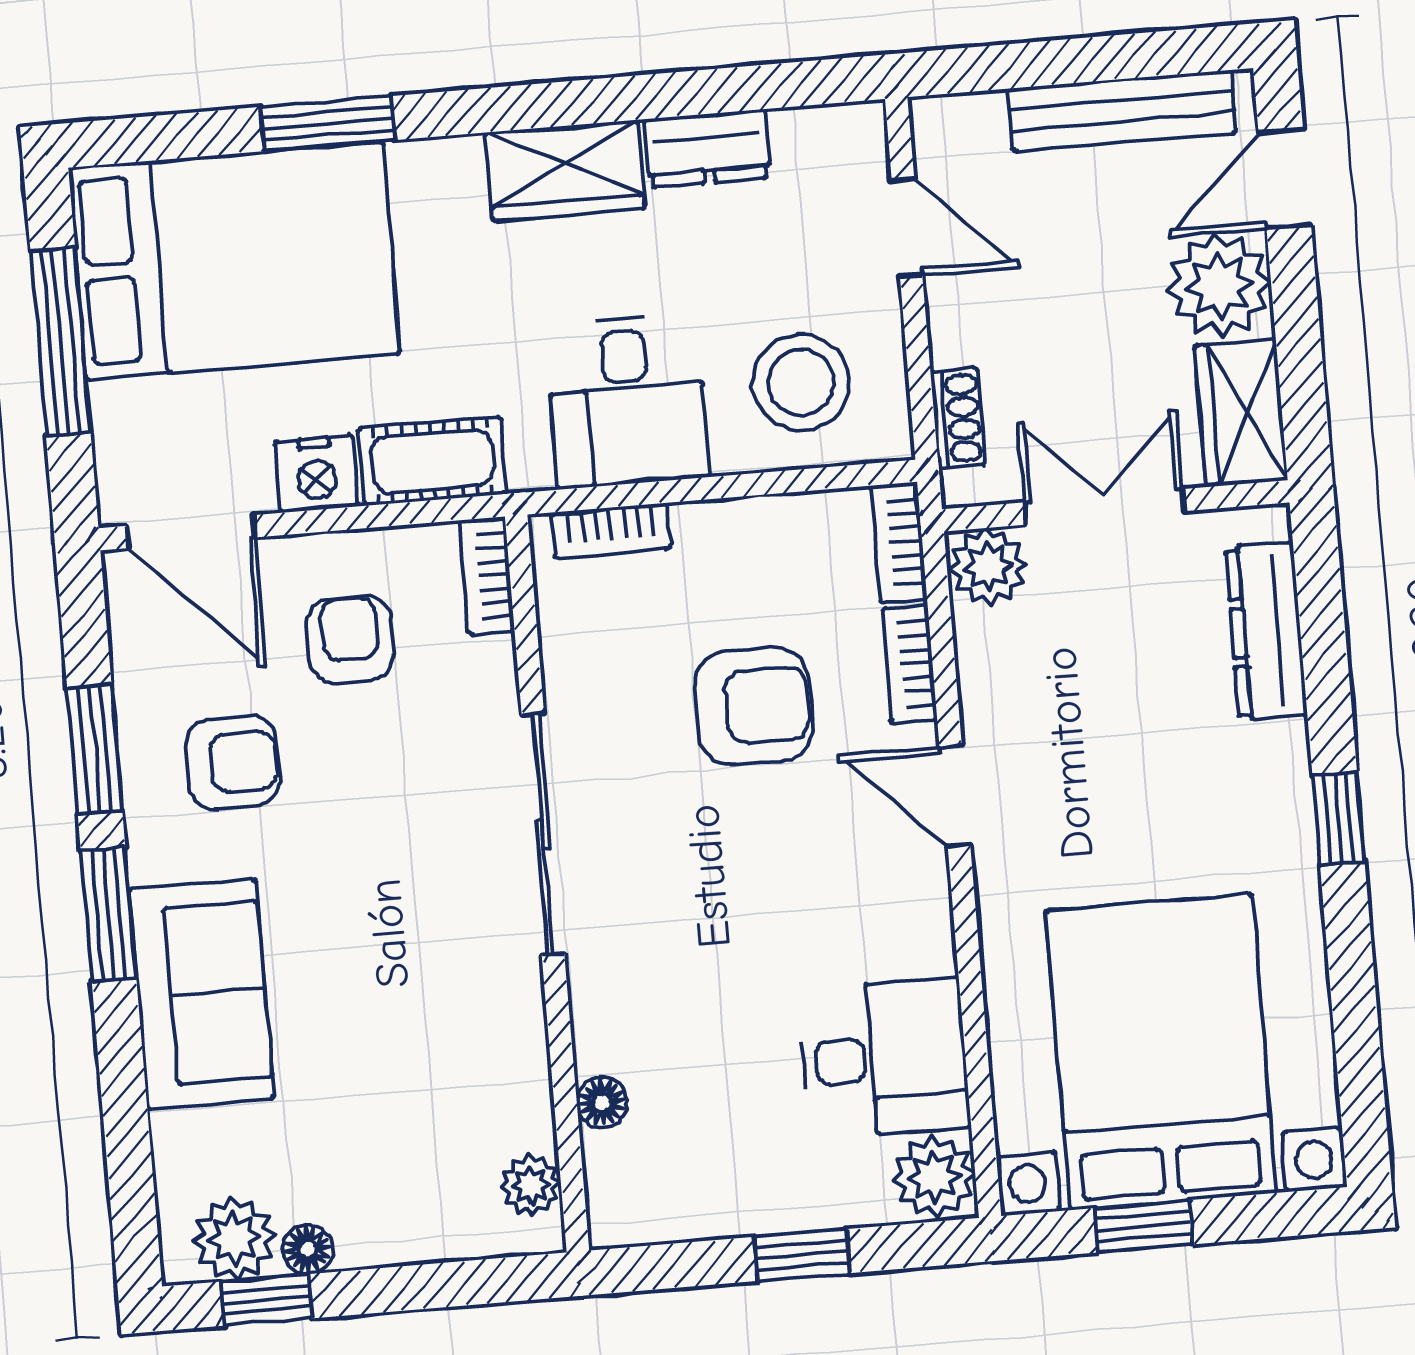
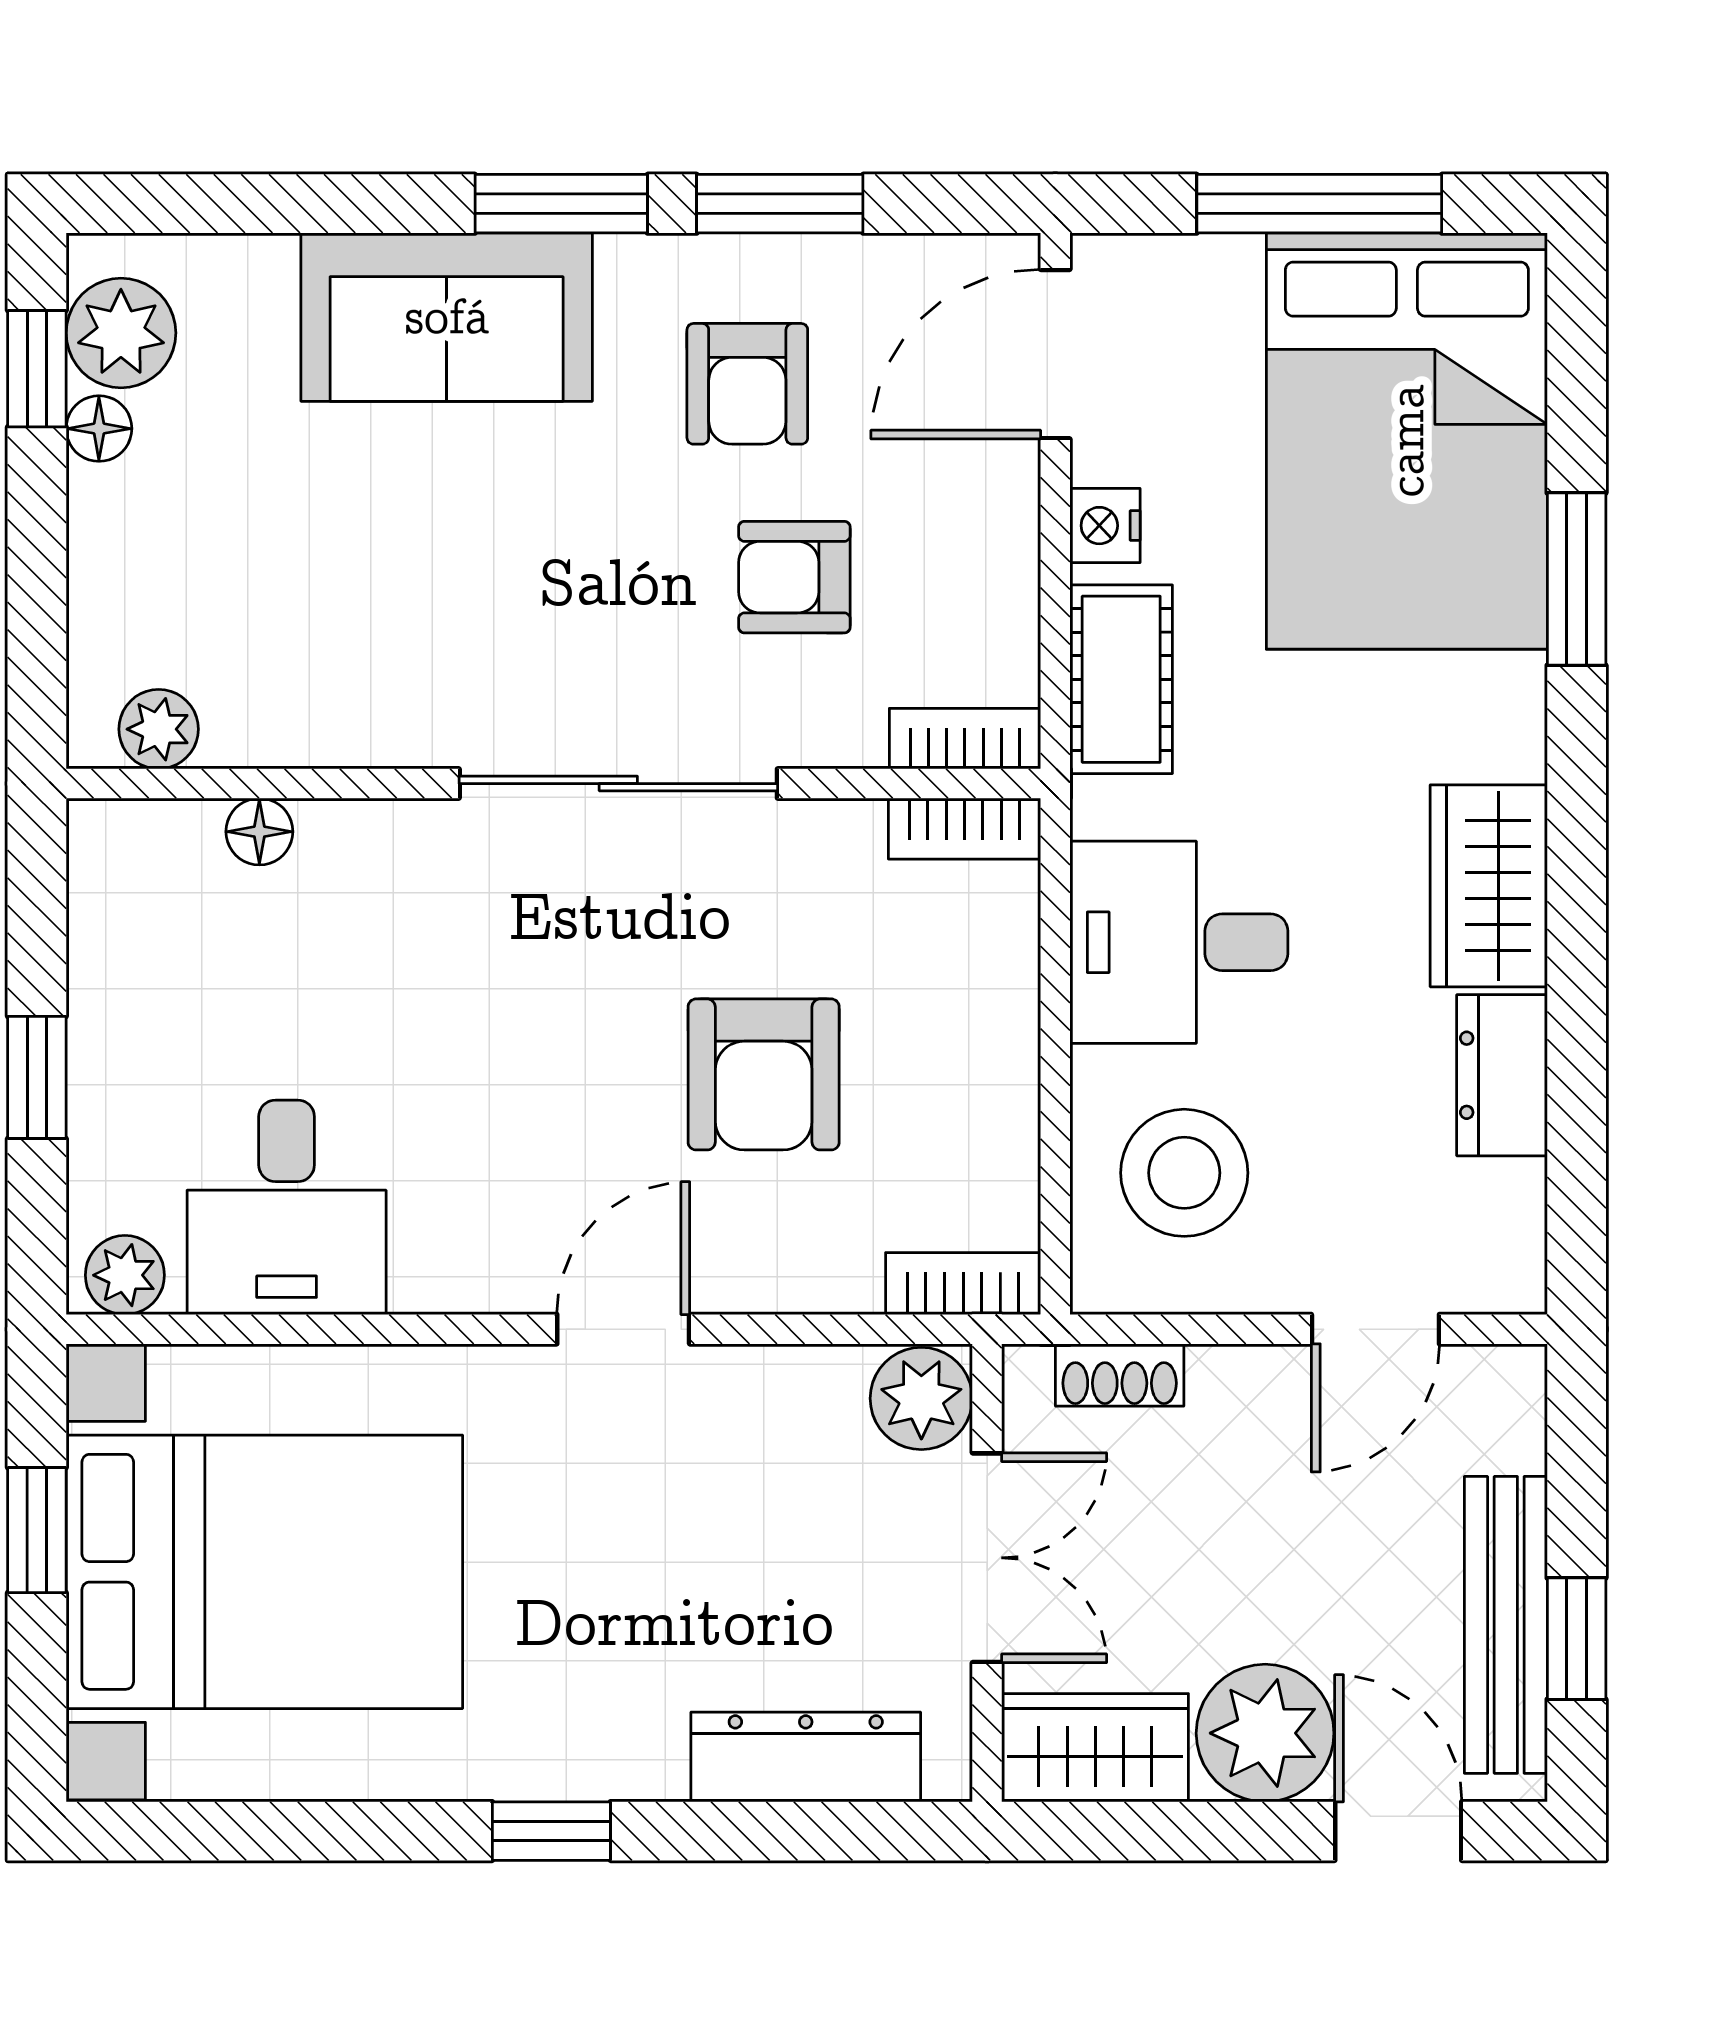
window: (1128, 56) -> (1577, 1639), added
nightstand: (316, 474) -> (1105, 526), width x0.72, depth x0.74
bookcase: (611, 531) -> (964, 829), moved, turned -90
armchair: (350, 639) -> (794, 577), moved, turned 180
bookcase: (909, 664) -> (802, 1284), removed
plant: (934, 1177) -> (125, 1275), width x0.73, depth x0.73

